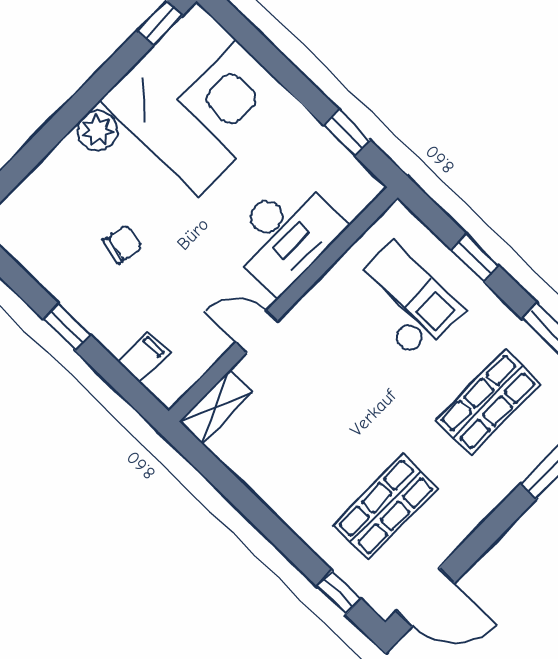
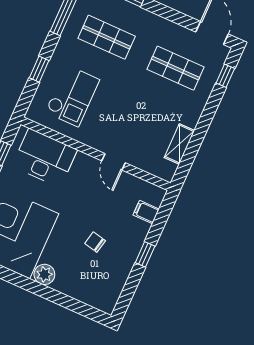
desk: (284, 234) -> (45, 158), moved
checkout: (404, 300) -> (72, 96), turned 180
shelving: (216, 407) -> (179, 144), moved, turned 90

